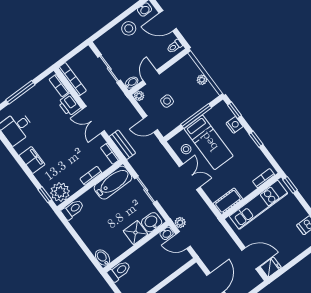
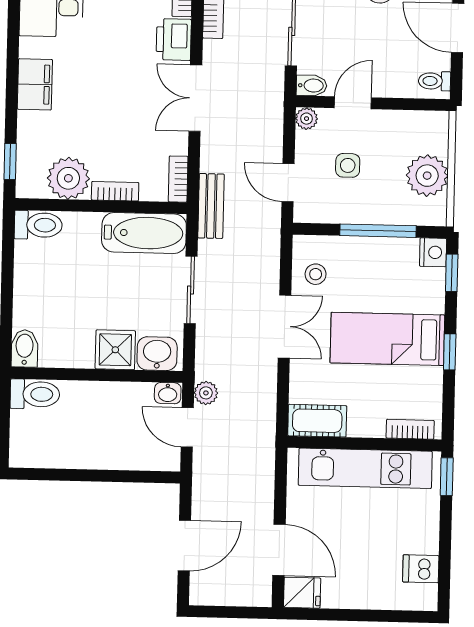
plant: (202, 80) -> (427, 176), width x1.88, depth x1.88
nightstand: (234, 125) -> (433, 252), moved
bed: (209, 142) -> (387, 339), moved, turned 90
bench: (122, 145) -> (211, 206), moved
plant: (60, 192) -> (68, 178), moved

